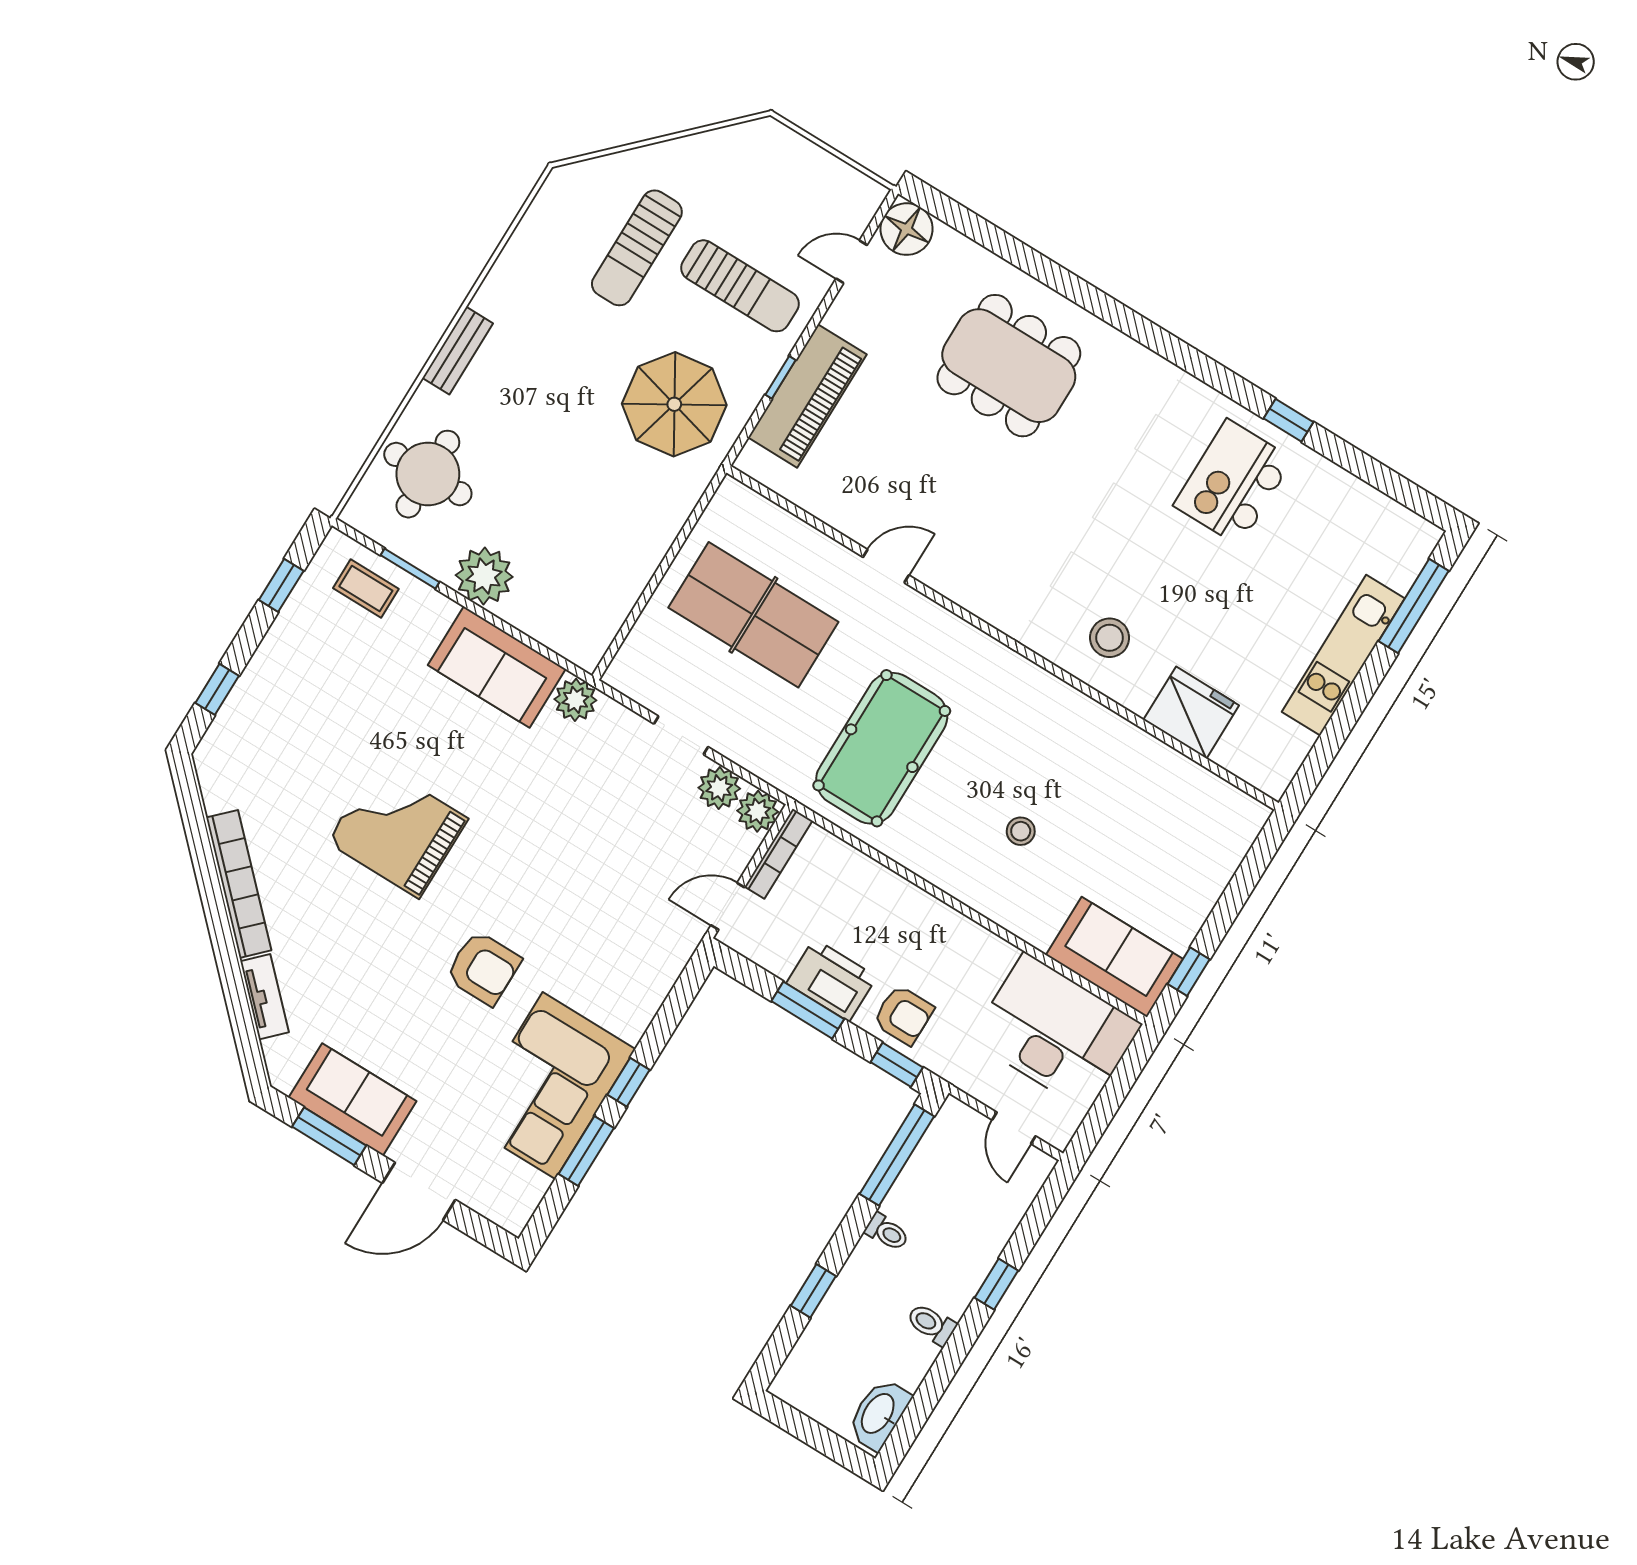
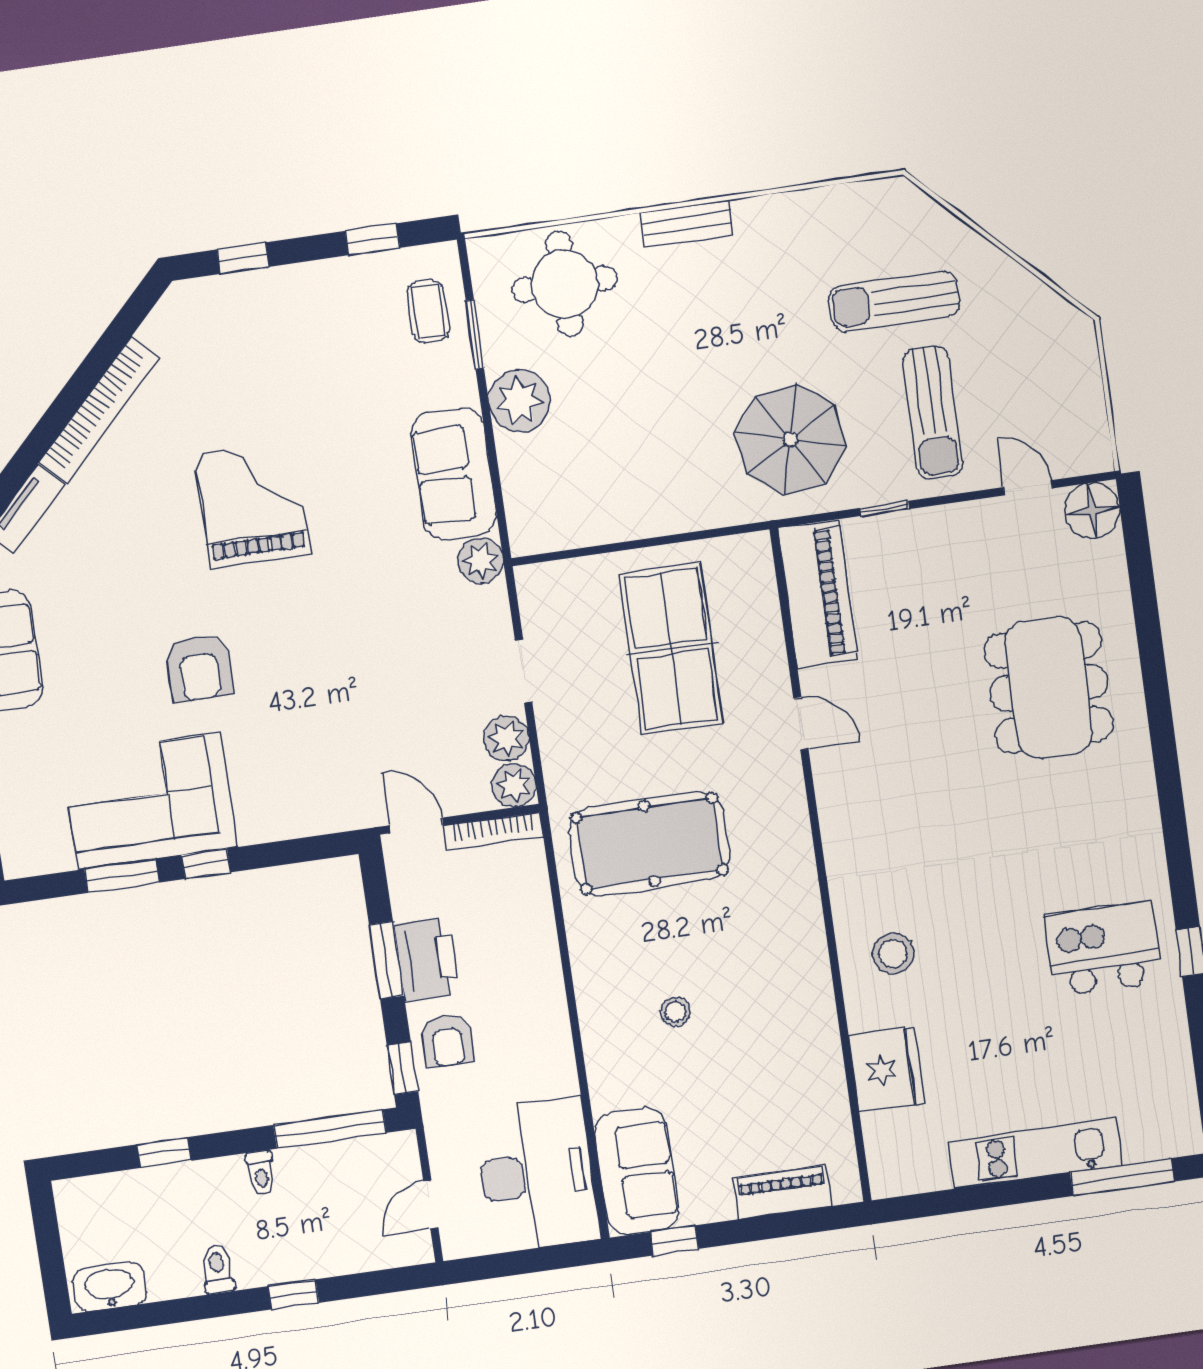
piano: (807, 396) -> (818, 594), moved, turned -90
piano: (1218, 864) -> (782, 1192), added

